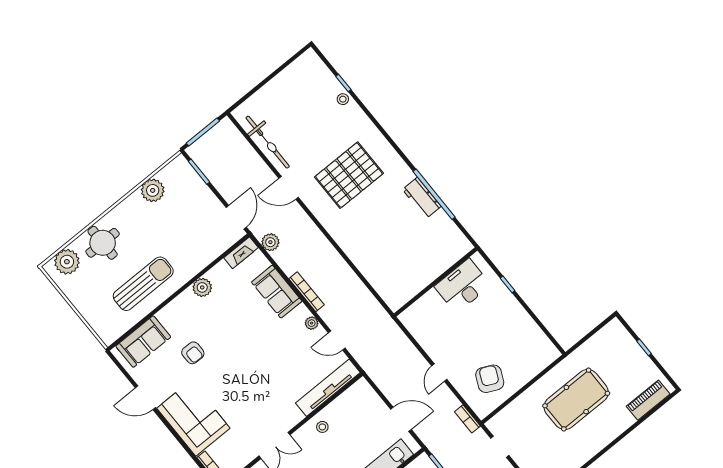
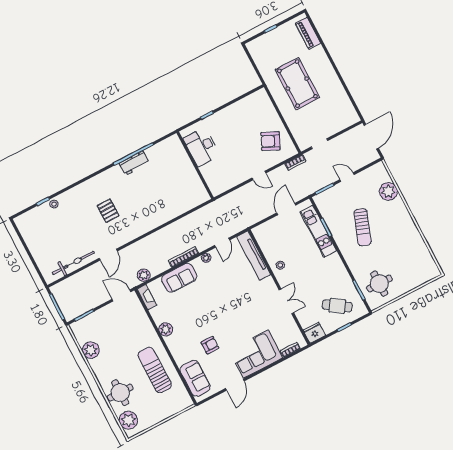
pallet: (349, 175) -> (108, 211), width x0.49, depth x0.50

